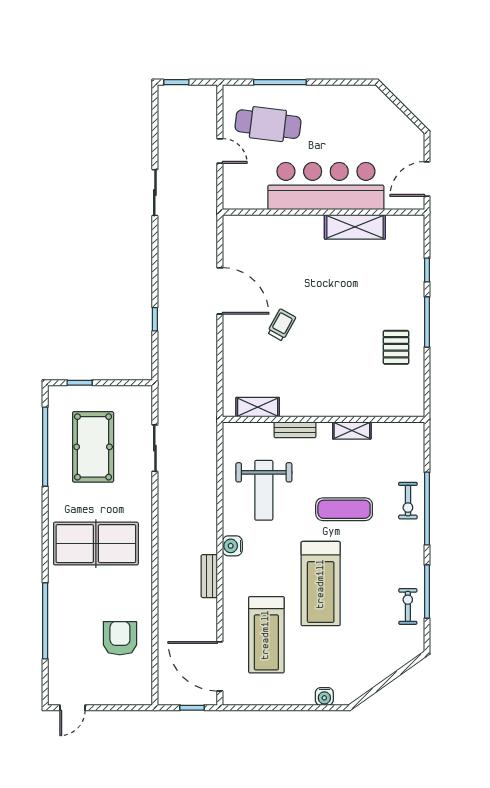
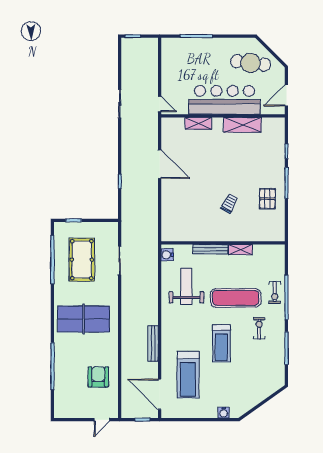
cafe table: (268, 124) -> (251, 63), moved
door: (220, 151) -> (160, 104), moved
trolley: (281, 325) -> (229, 203), moved
shelving: (258, 407) -> (198, 123), moved
bench: (295, 430) -> (210, 249), width x1.36
weight bench: (264, 490) -> (186, 286), turned 180
exercise mat: (344, 509) -> (236, 298), width x1.36, depth x1.45
water cooler: (232, 546) -> (167, 255), moved
bench: (209, 576) -> (153, 344), width x1.36
treadmill: (321, 584) -> (221, 343), width x0.73, depth x0.73
exercise bike: (408, 606) -> (259, 328), moved
door: (72, 708) -> (102, 420), moved

